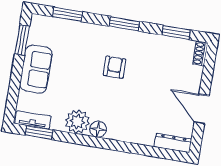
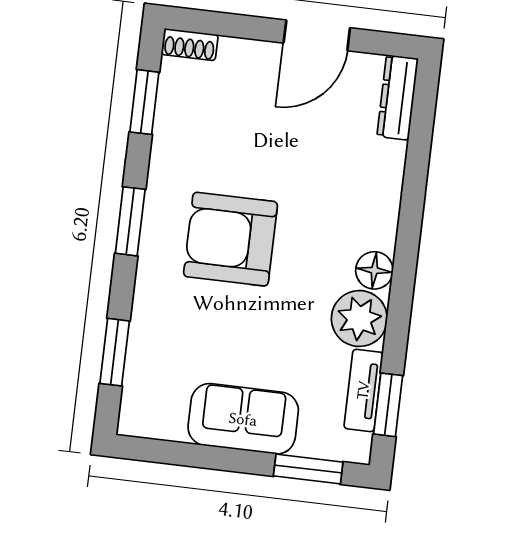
window: (22, 40) -> (308, 469), moved
armchair: (115, 67) -> (231, 239), width x1.88, depth x1.88
tv unit: (33, 120) -> (363, 390), moved

